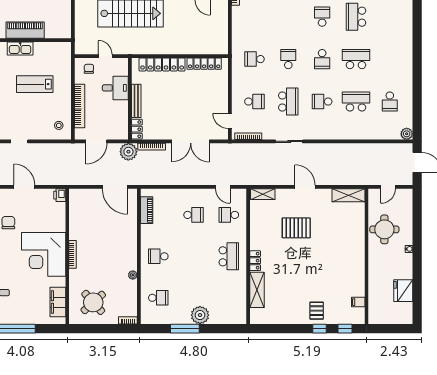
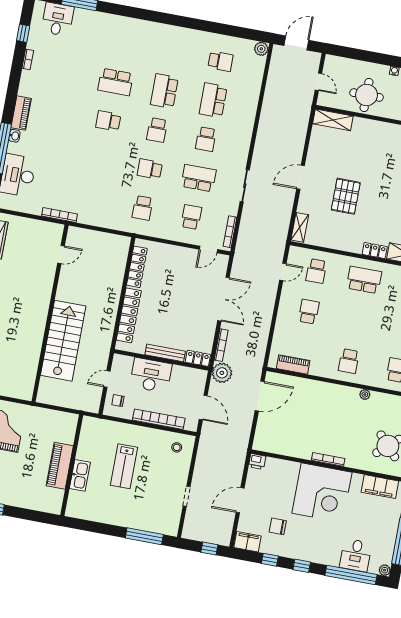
school desk: (322, 59) -> (157, 130), turned 90
desk: (115, 88) -> (151, 375), width x1.37
shelving: (348, 195) -> (333, 120), moved, turned 90

